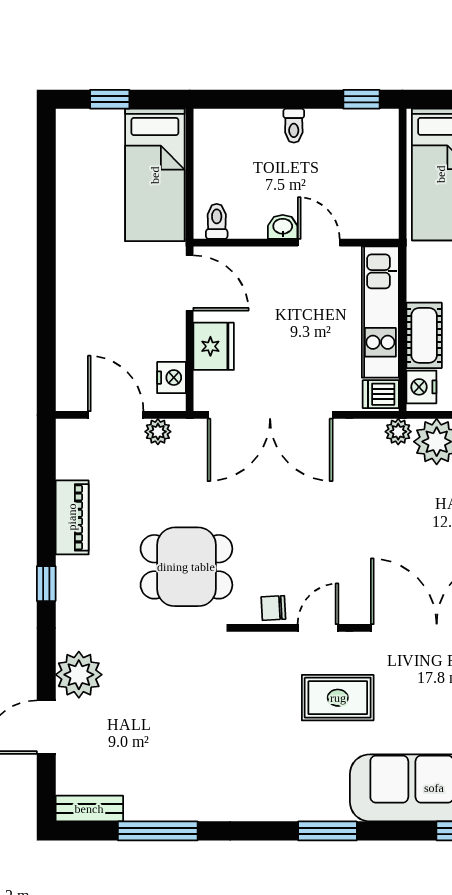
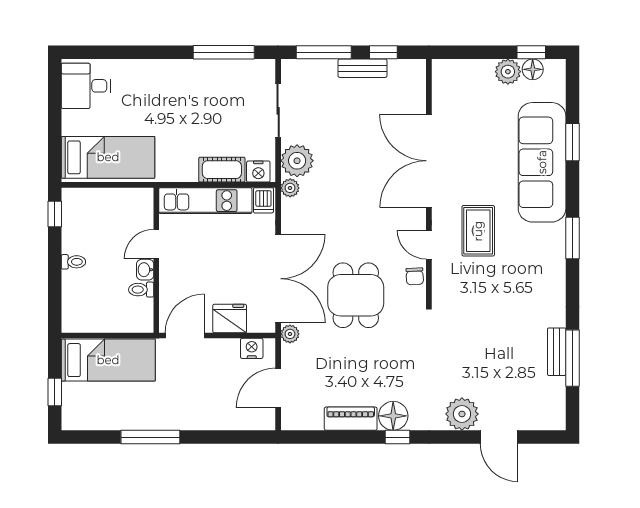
toilet: (217, 221) -> (141, 290), moved
window: (46, 234) -> (150, 437), added
plant: (158, 432) -> (290, 334), moved
dining table: (186, 567) -> (356, 295), moved
floor lamp: (76, 578) -> (393, 416), added
bench: (89, 809) -> (557, 352), moved

